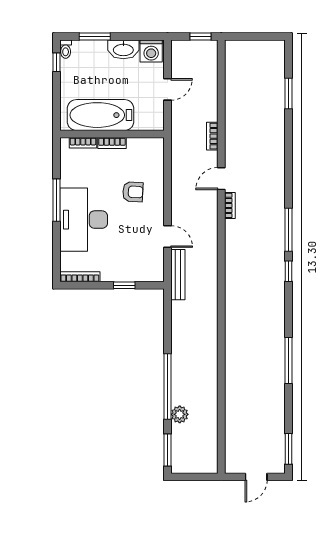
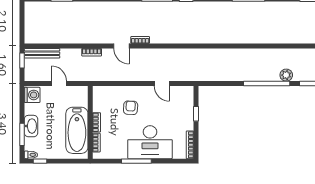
washbasin: (123, 49) -> (31, 126), moved
door: (167, 236) -> (162, 84), swing flipped
bench: (178, 275) -> (42, 53), moved

